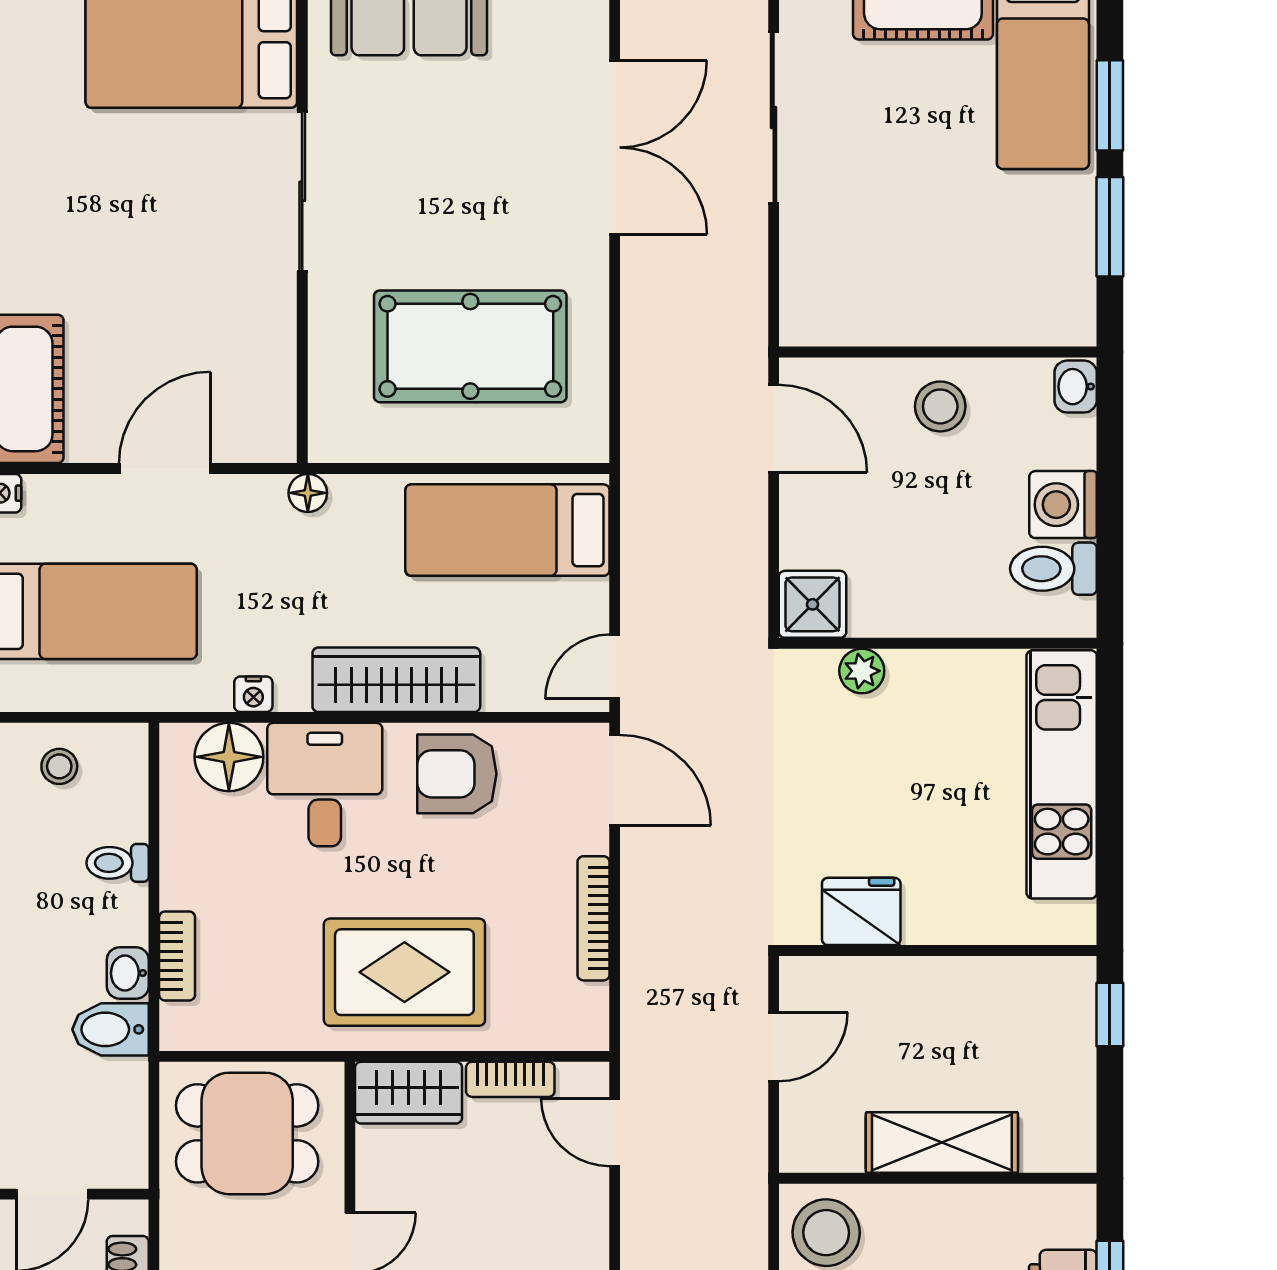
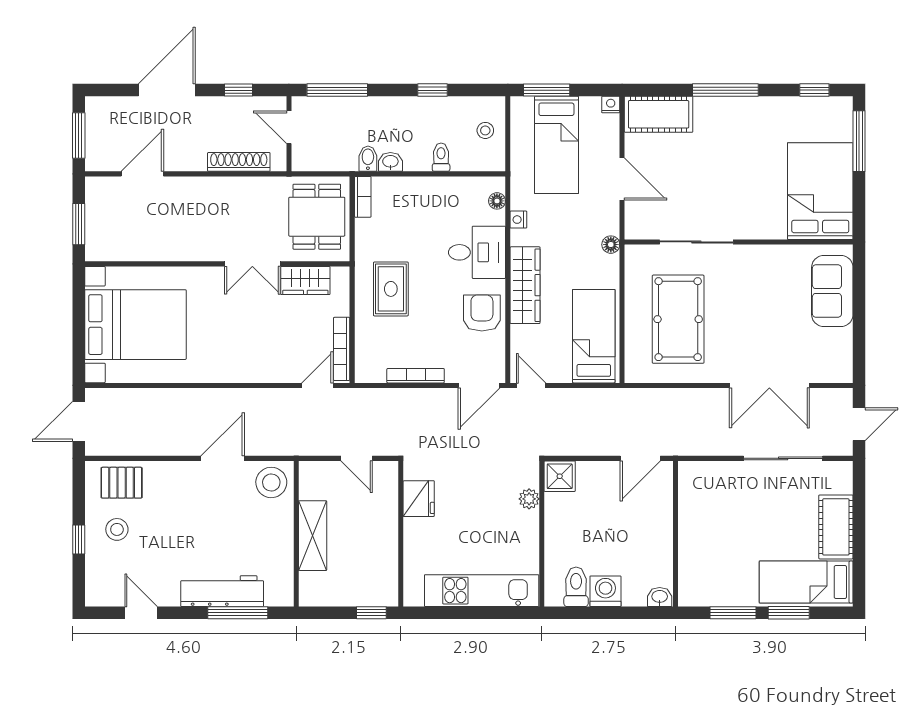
sliding door: (302, 191) -> (696, 242), moved
stool: (940, 406) -> (651, 535), removed
floor lamp: (229, 757) -> (497, 201), width x0.53, depth x0.53
bookcase: (177, 956) -> (363, 197), moved, turned -90
rug: (404, 972) -> (391, 289), width x0.73, depth x0.70
bidet: (111, 1029) -> (368, 159), width x0.72, depth x0.74
bookcase: (510, 1079) -> (342, 349), width x1.56
wardrobe: (409, 1093) -> (305, 281), moved, turned -90

